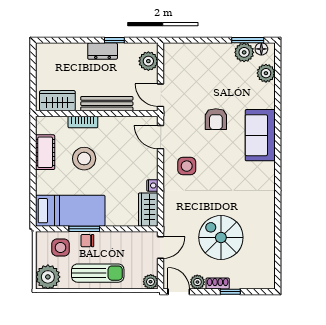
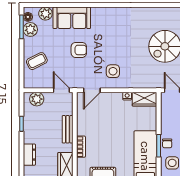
dresser: (103, 51) -> (29, 155), moved
coffee table: (201, 61) -> (37, 61), added
door: (161, 95) -> (61, 90), swing flipped
bench: (107, 104) -> (68, 129), width x0.73
sofa: (260, 135) -> (72, 18), moved
stool: (84, 159) -> (108, 146), removed

